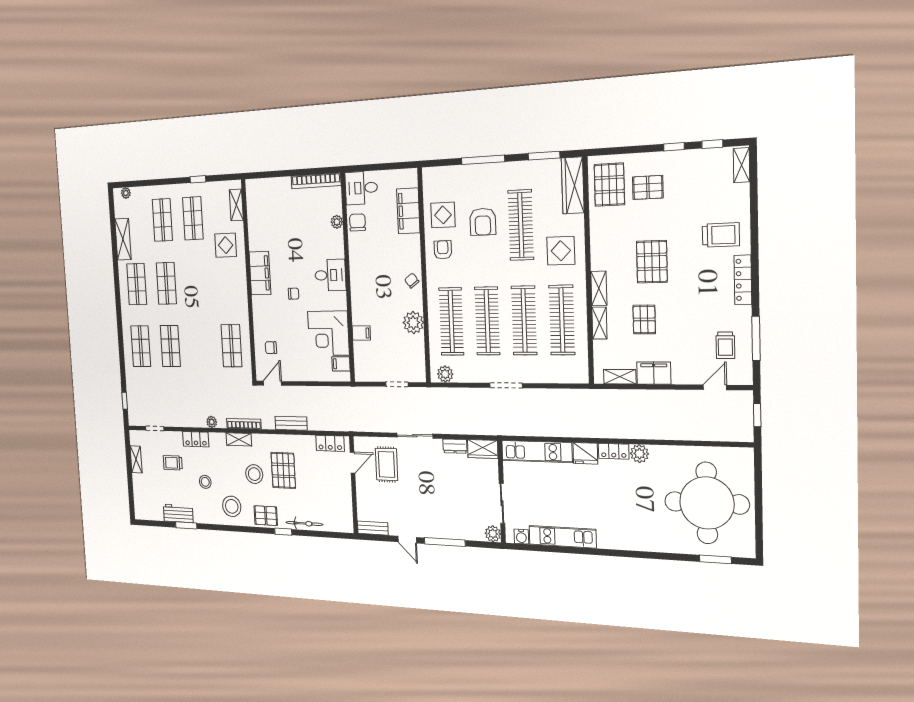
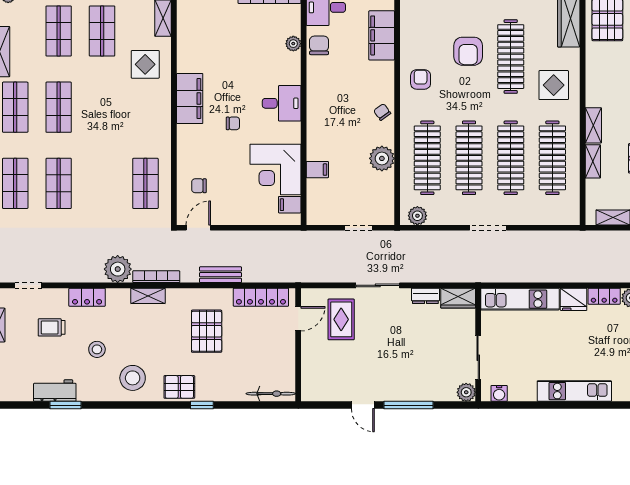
display table: (443, 215) -> (422, 42), removed
plant: (212, 422) -> (118, 269), width x1.87, depth x1.87
locker: (330, 443) -> (261, 297), width x1.53
stool: (254, 474) -> (167, 337), removed
bicycle: (304, 523) -> (271, 394), moved
bench: (373, 528) -> (320, 394), removed
kitchen unit: (563, 537) -> (574, 391), moved

